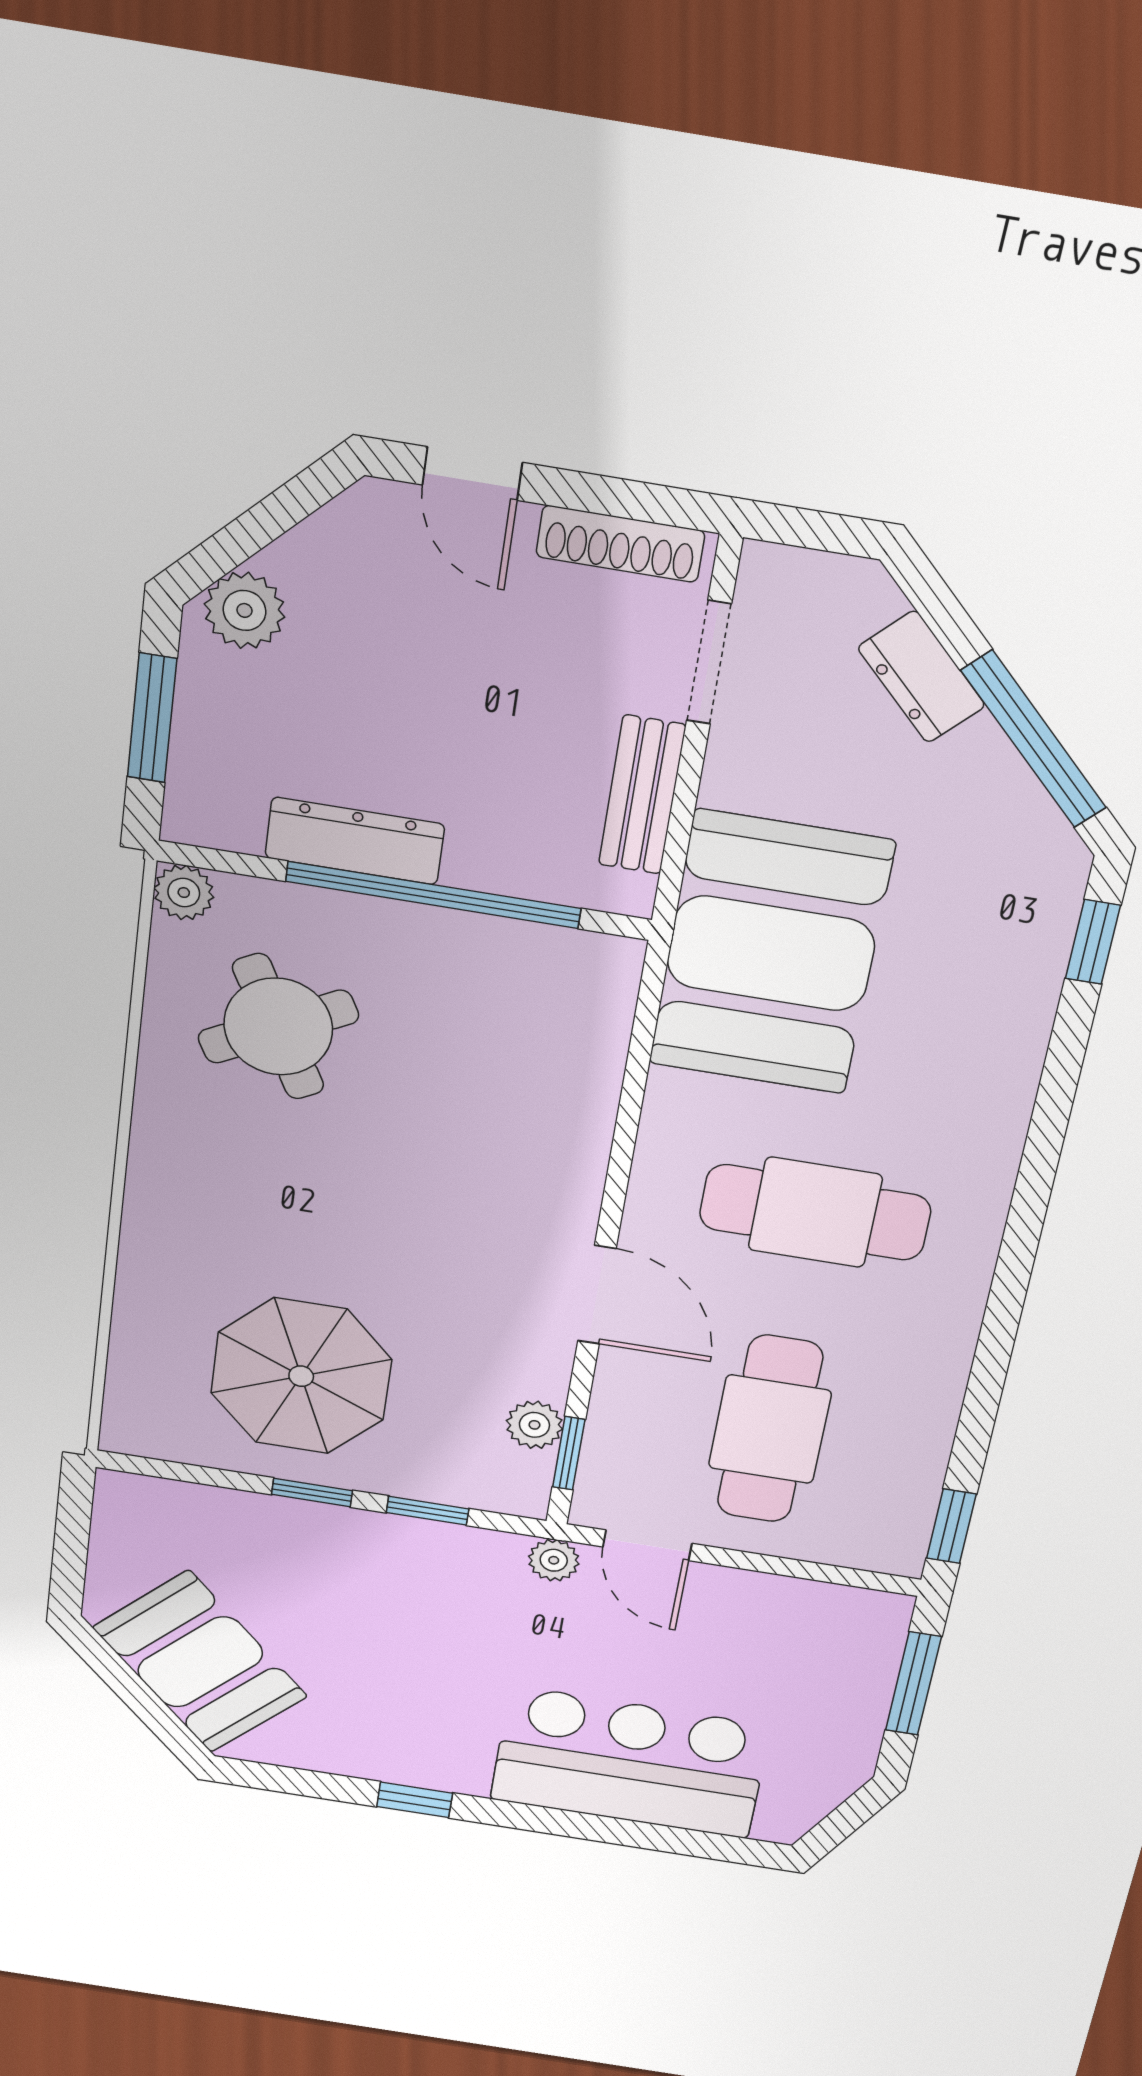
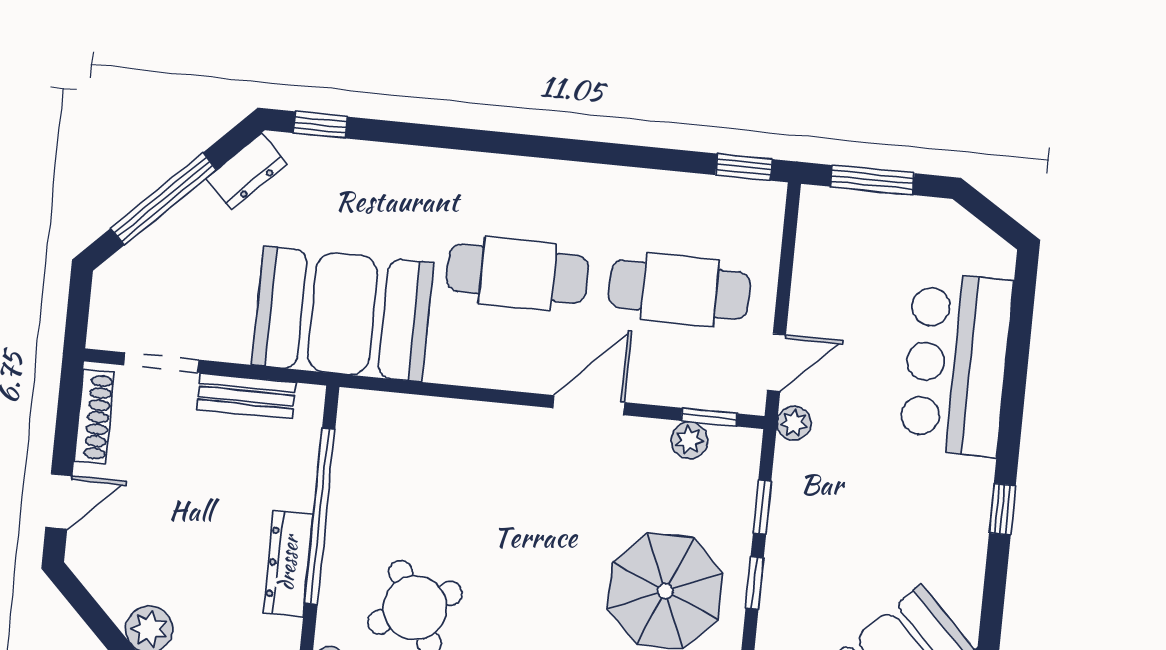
dresser: (921, 677) -> (247, 171), moved
window: (1034, 739) -> (163, 199), moved
cafe table: (815, 1212) -> (518, 273), turned 90

